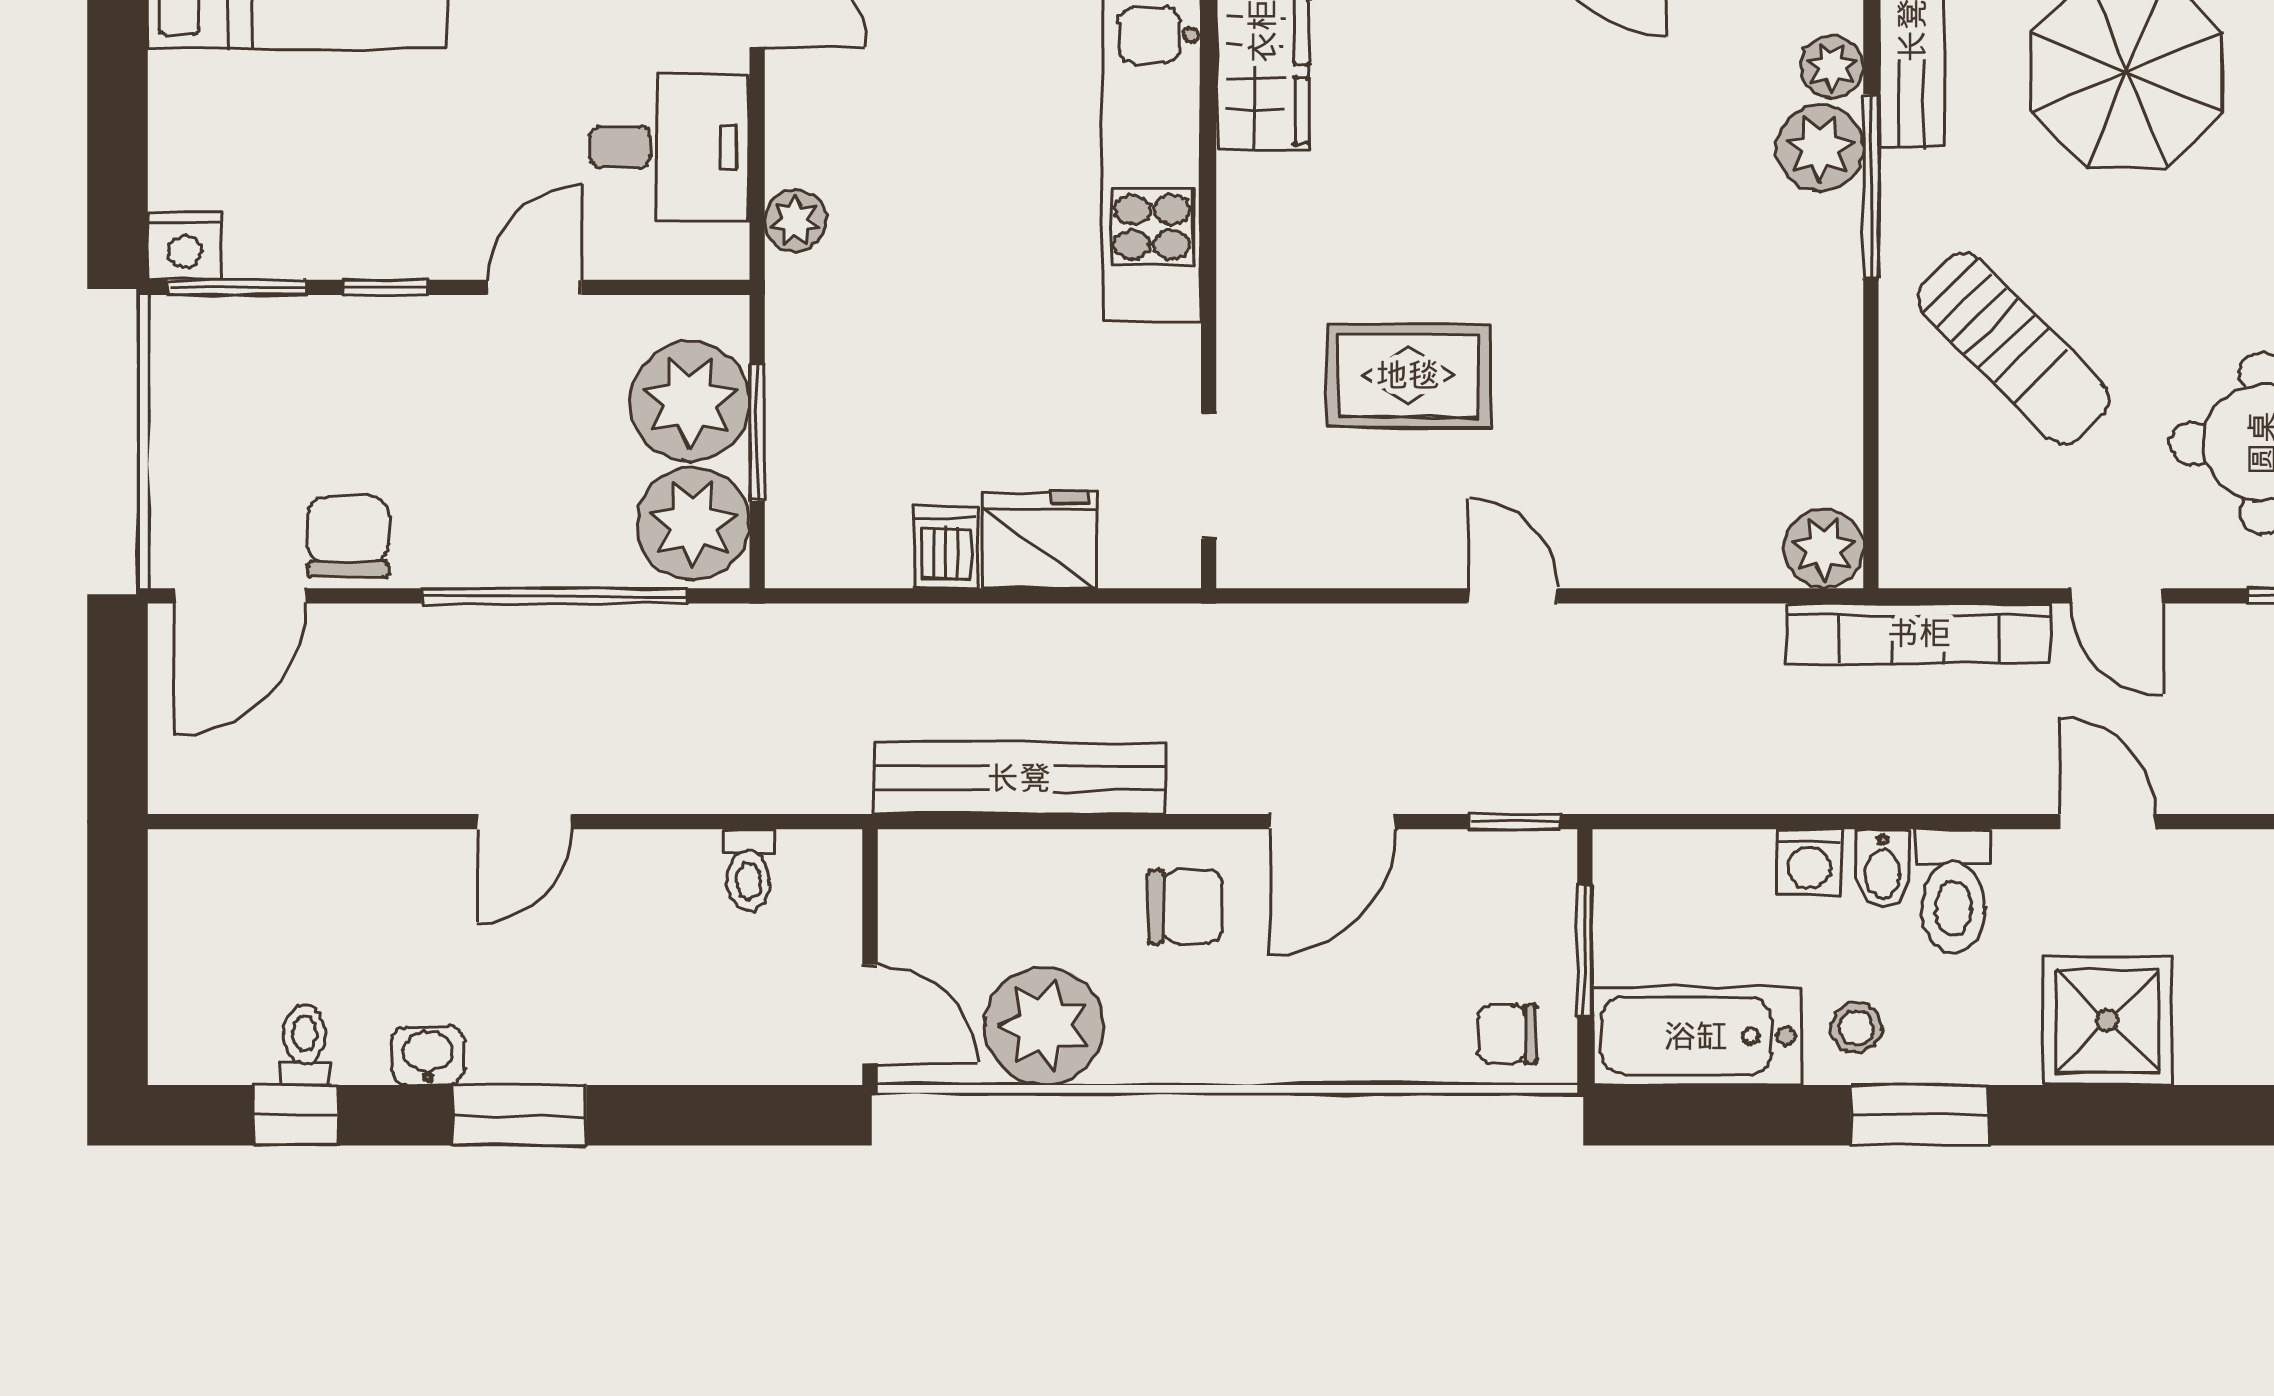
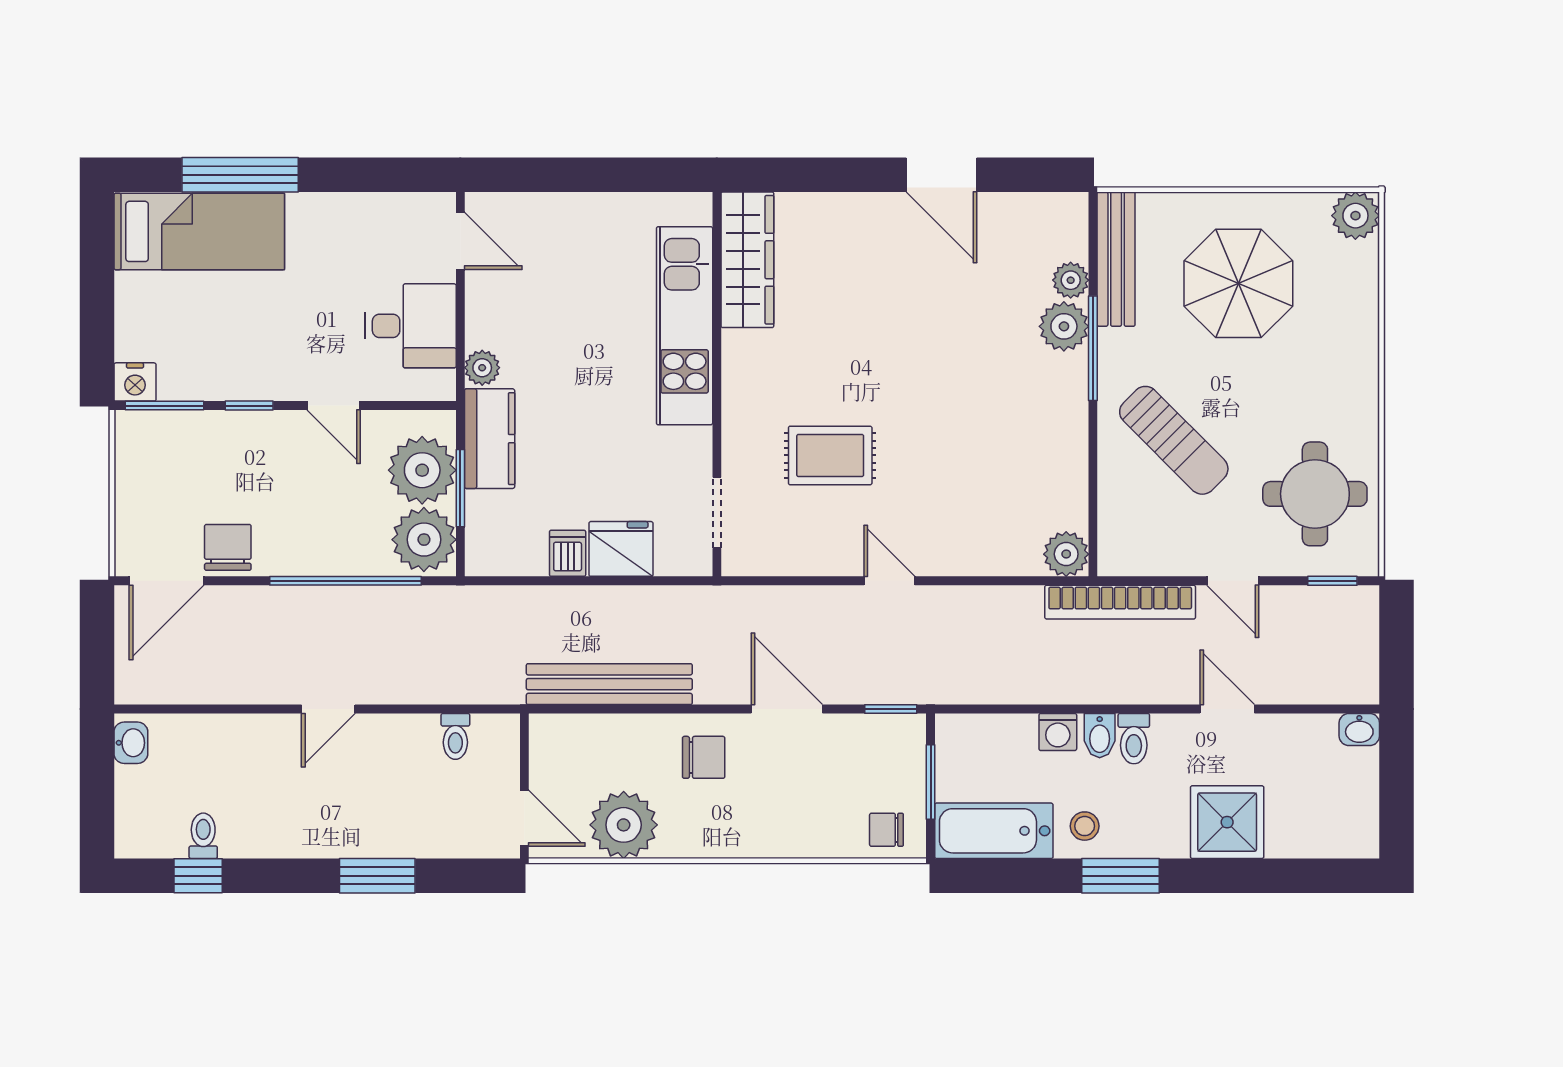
door: (534, 287) -> (334, 406), swing flipped
kitchen counter: (809, 346) -> (490, 439), added
door: (1332, 822) -> (787, 709), swing flipped
toilet: (1953, 891) -> (1134, 739), width x0.73, depth x0.72
washbasin: (428, 1056) -> (131, 743), moved, turned 90
window: (519, 1115) -> (377, 876), moved

